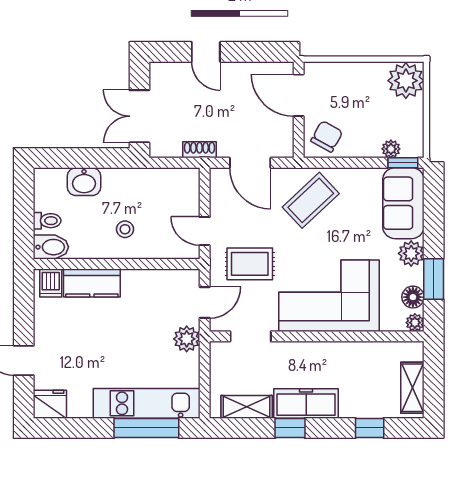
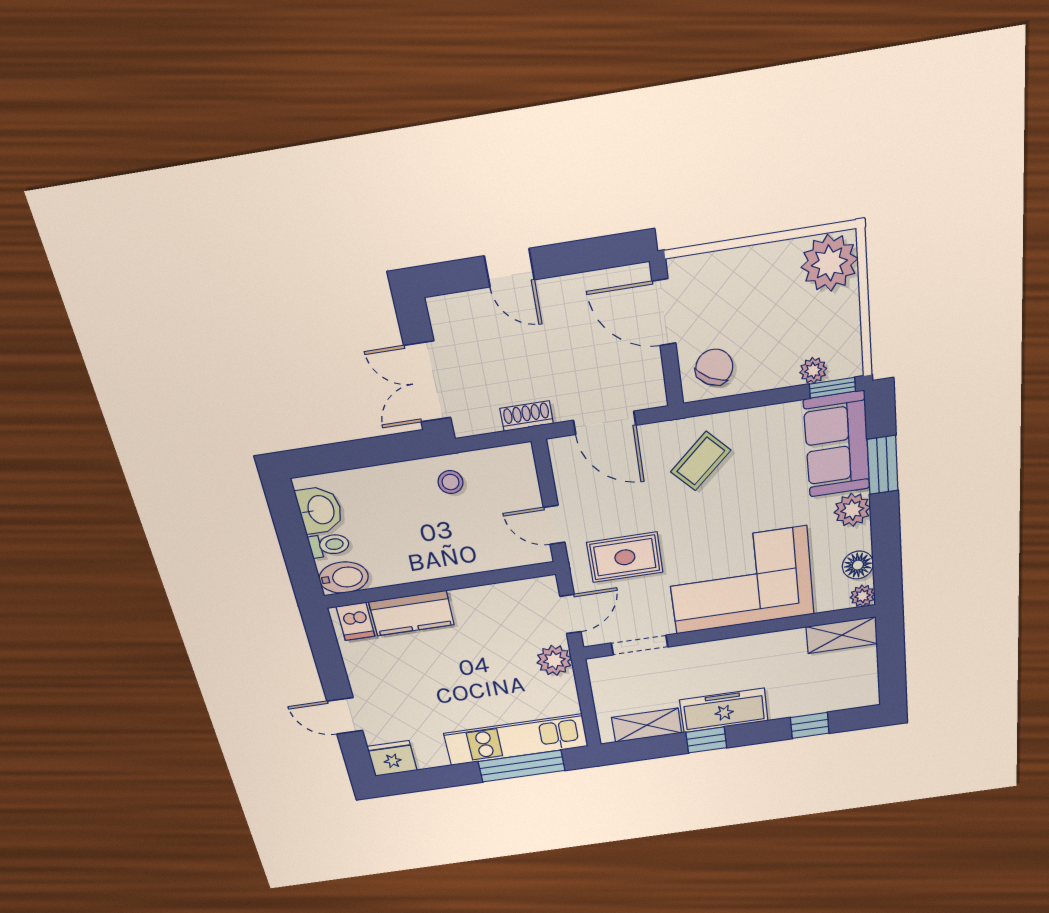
washbasin: (84, 182) -> (320, 510), moved, turned -90
coffee table: (311, 200) -> (701, 461), width x0.73, depth x0.77
stool: (125, 229) -> (450, 482), moved
window: (434, 279) -> (883, 465), moved
shelving: (412, 388) -> (842, 635), moved, turned 90

